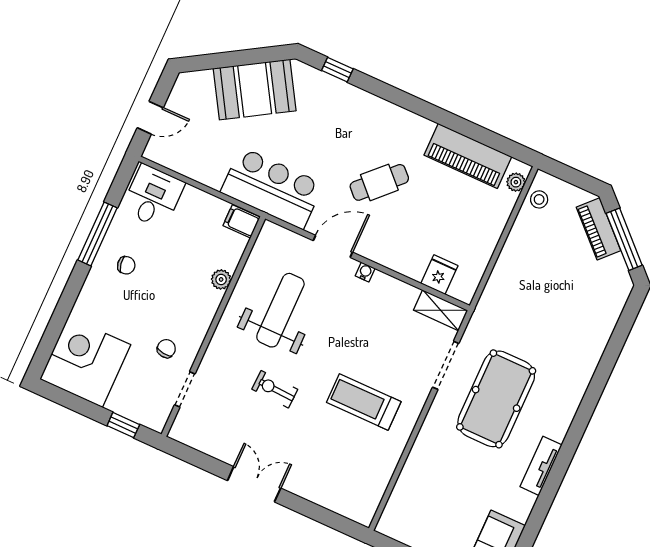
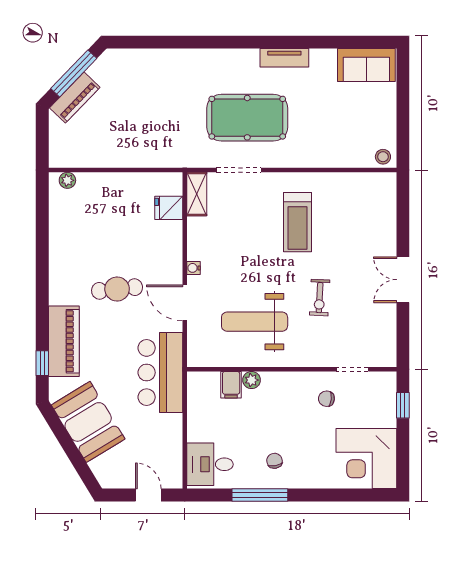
piano: (468, 156) -> (64, 341), moved
cafe table: (379, 182) -> (117, 289), turned -51
stool: (539, 199) -> (383, 157), moved
filing cabinet: (242, 221) -> (231, 385), moved

